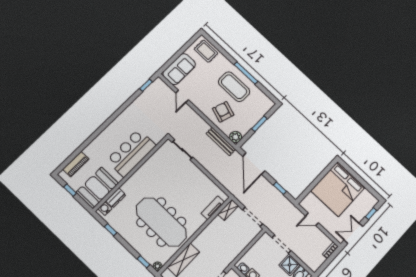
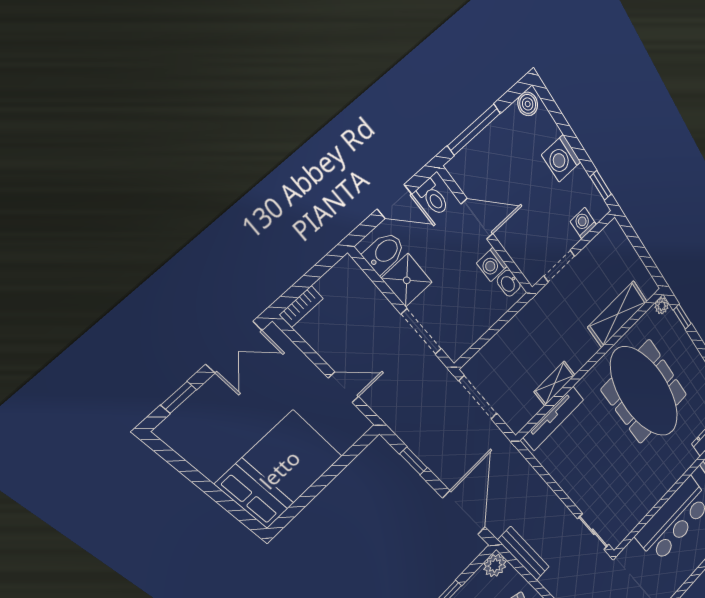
bed: (338, 189) -> (280, 470), width x0.73
tv unit: (213, 208) -> (554, 418), width x1.41
shelving: (228, 210) -> (555, 383), moved

